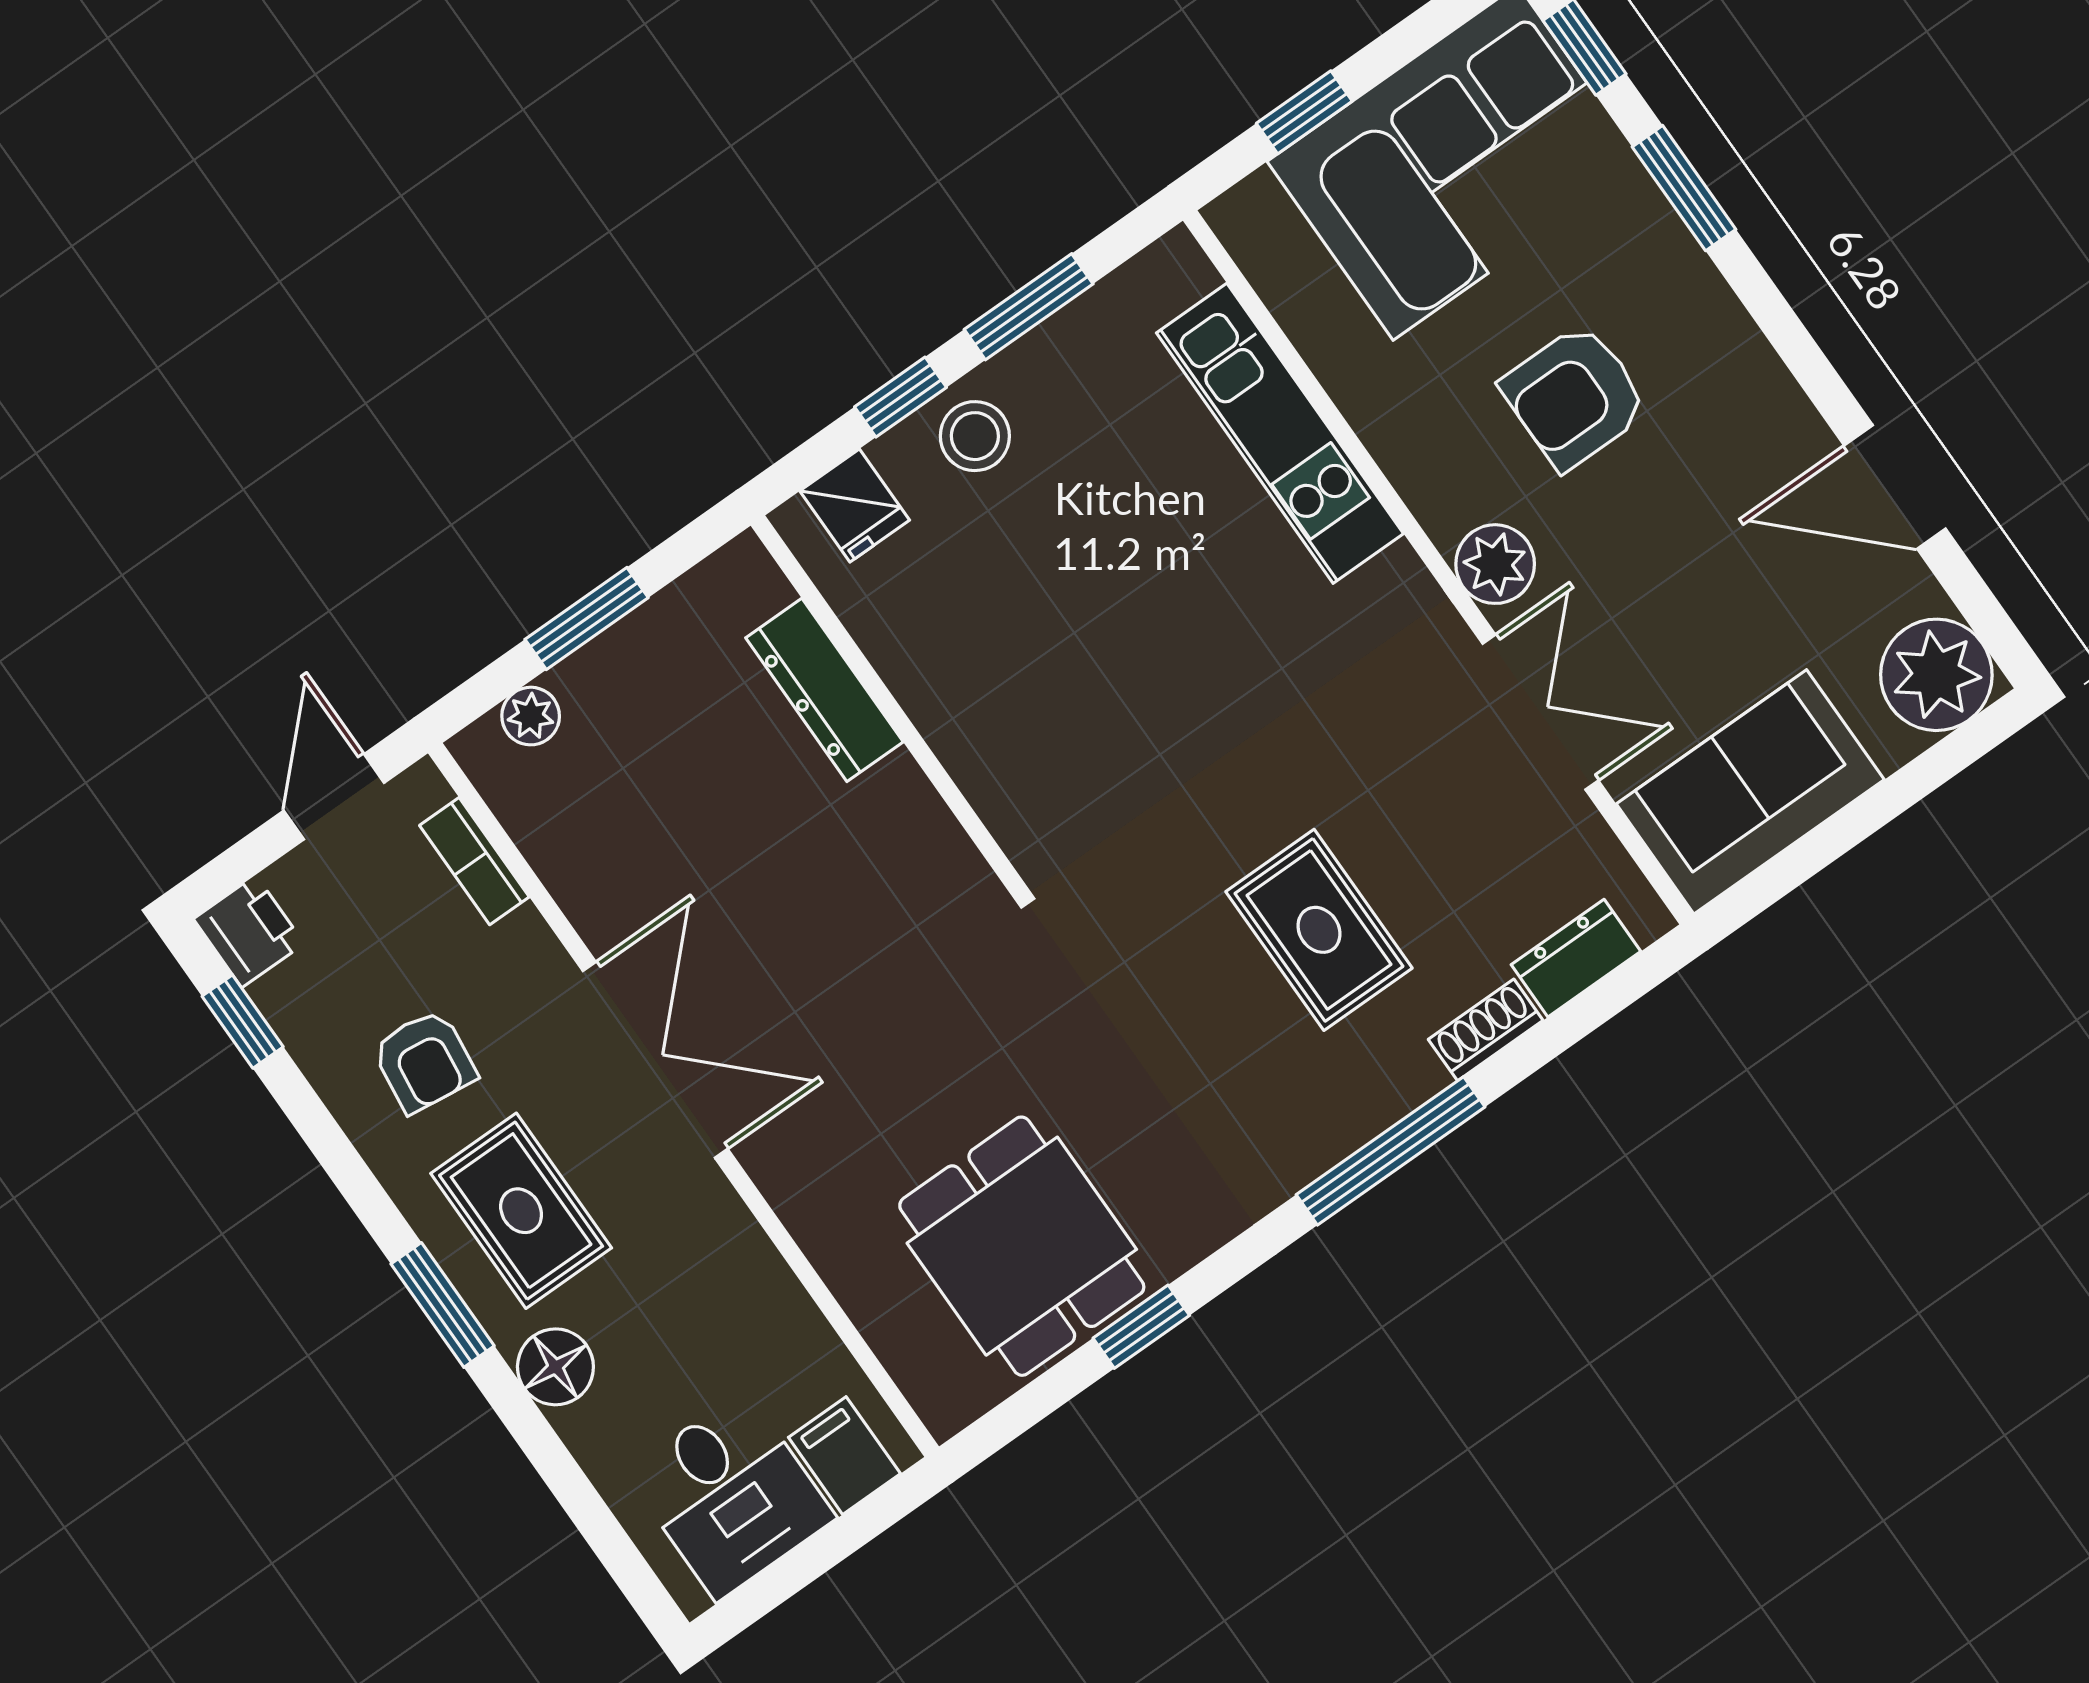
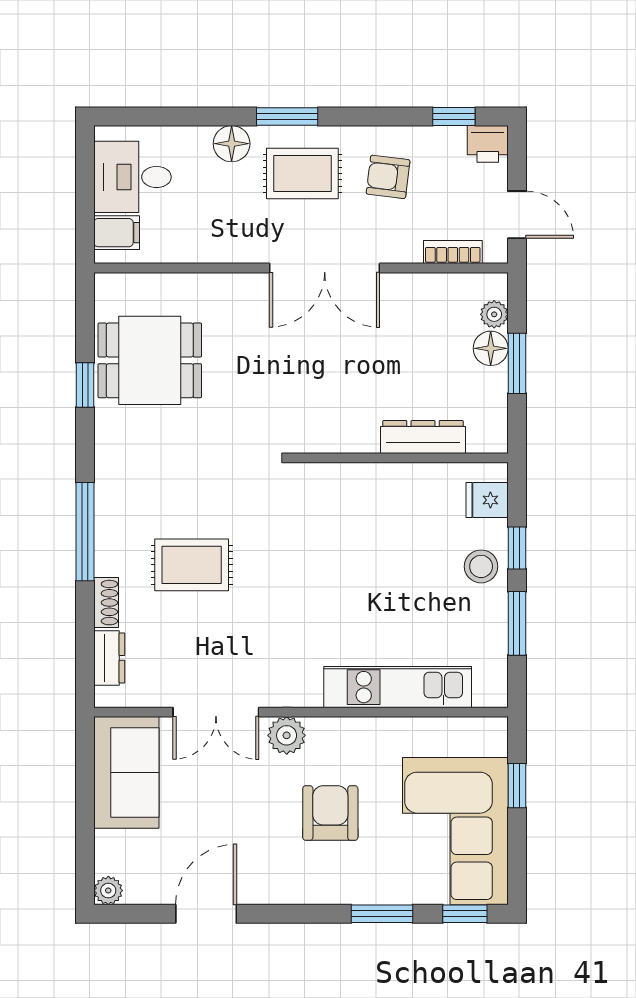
plant: (1936, 675) -> (108, 891), width x0.53, depth x0.53
floor lamp: (593, 681) -> (491, 348), added

